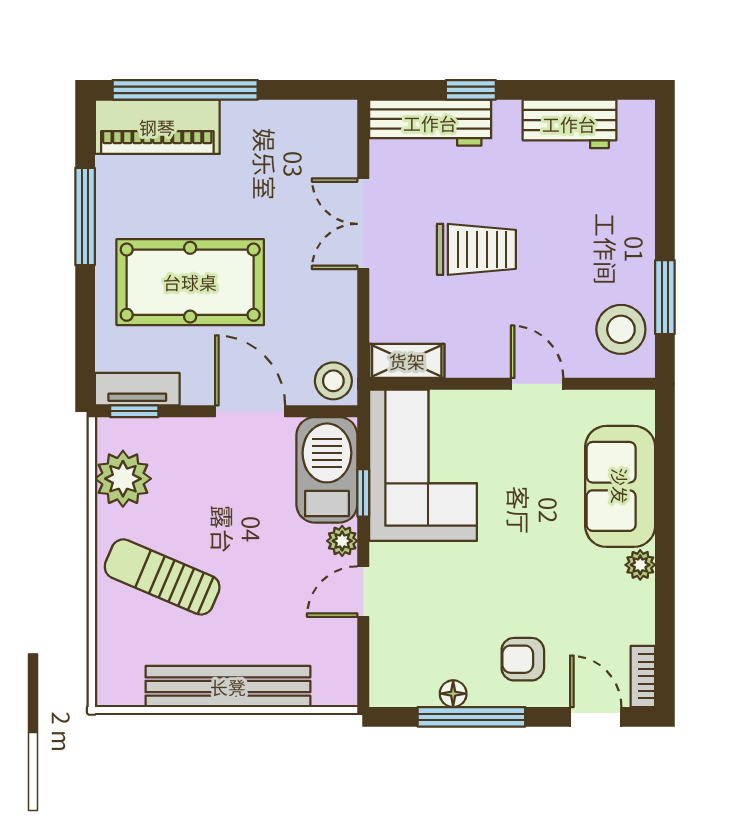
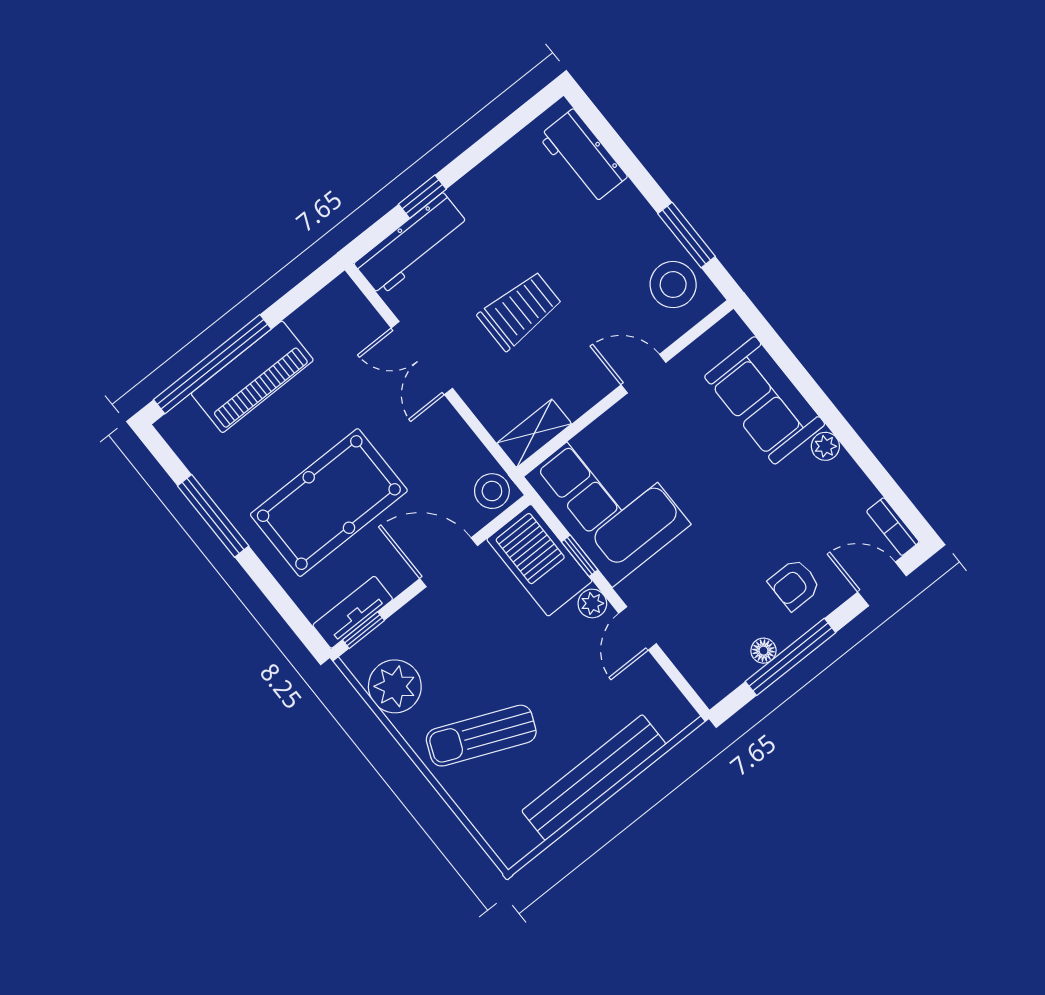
workbench: (569, 124) -> (583, 156), moved, turned 90
piano: (157, 127) -> (252, 377), moved

